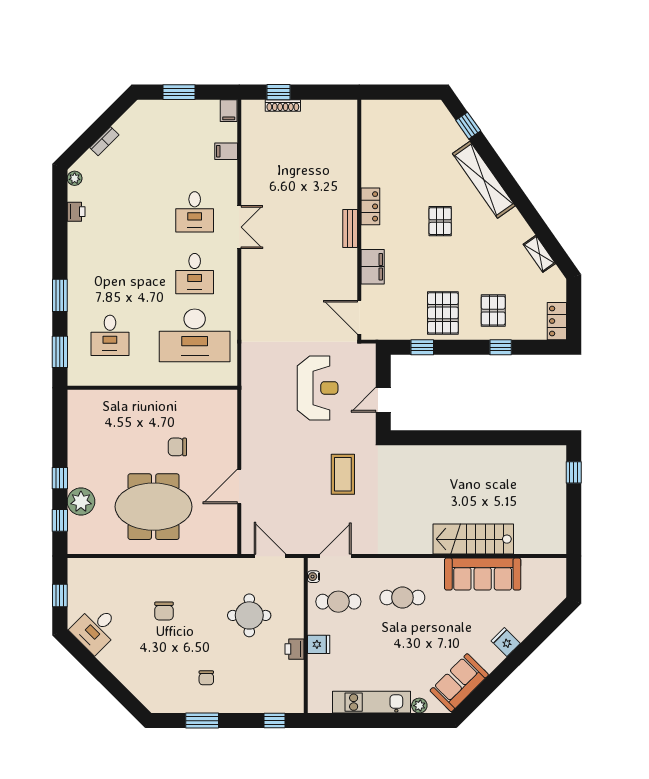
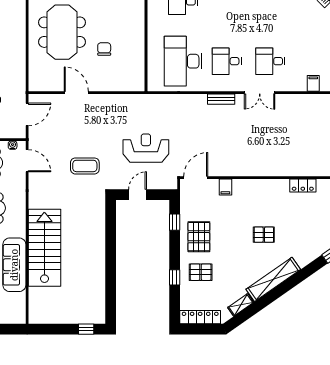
shelving: (484, 180) -> (273, 279), moved
locker: (370, 206) -> (303, 185), moved
bench: (350, 229) -> (221, 99), moved
filing cabinet: (373, 267) -> (225, 187), width x0.50
pallet: (443, 313) -> (199, 237), turned 90
locker: (557, 321) -> (200, 317), width x1.53
reception desk: (318, 388) -> (146, 148), turned 180
door: (383, 400) -> (138, 195), hinge flipped
stairs: (473, 539) -> (44, 248), width x1.36, depth x1.51

